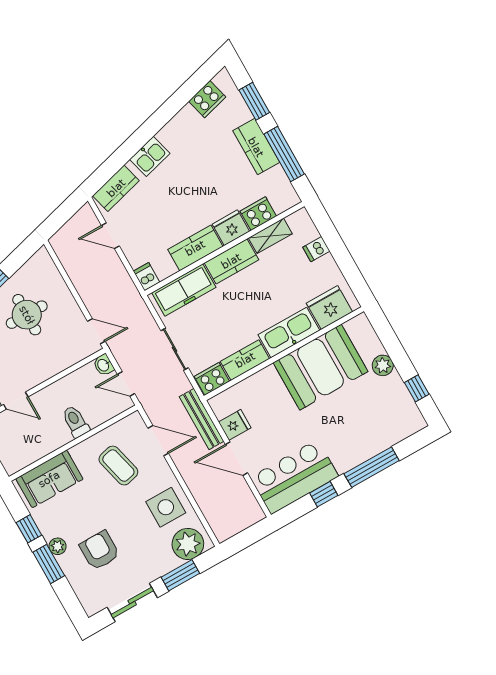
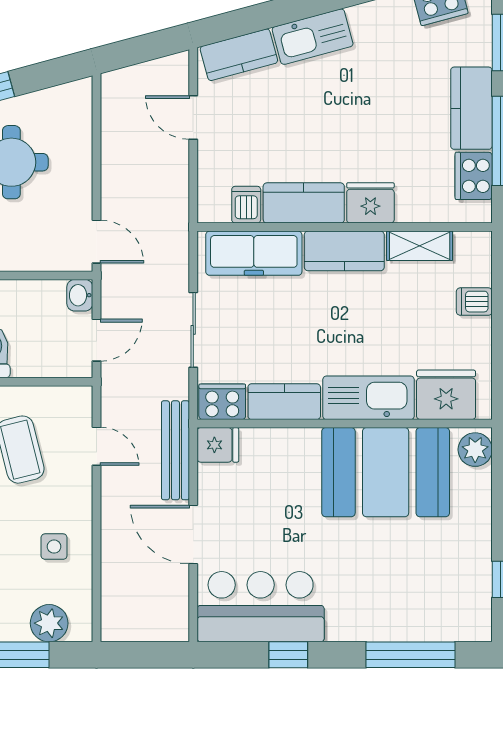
kitchen sink: (150, 156) -> (313, 37), width x1.38
cooker: (258, 214) -> (474, 176), moved, turned -90
dishwasher: (147, 277) -> (246, 205), moved
plant: (383, 365) -> (475, 450), moved
door: (126, 384) -> (97, 340), swing flipped
fridge: (235, 425) -> (218, 445), moved
door: (158, 441) -> (97, 446), width x0.73
window: (372, 467) -> (410, 655), moved
side table: (166, 507) -> (54, 547), width x0.54, depth x0.54
plant: (188, 544) -> (49, 623), width x0.73, depth x0.73

